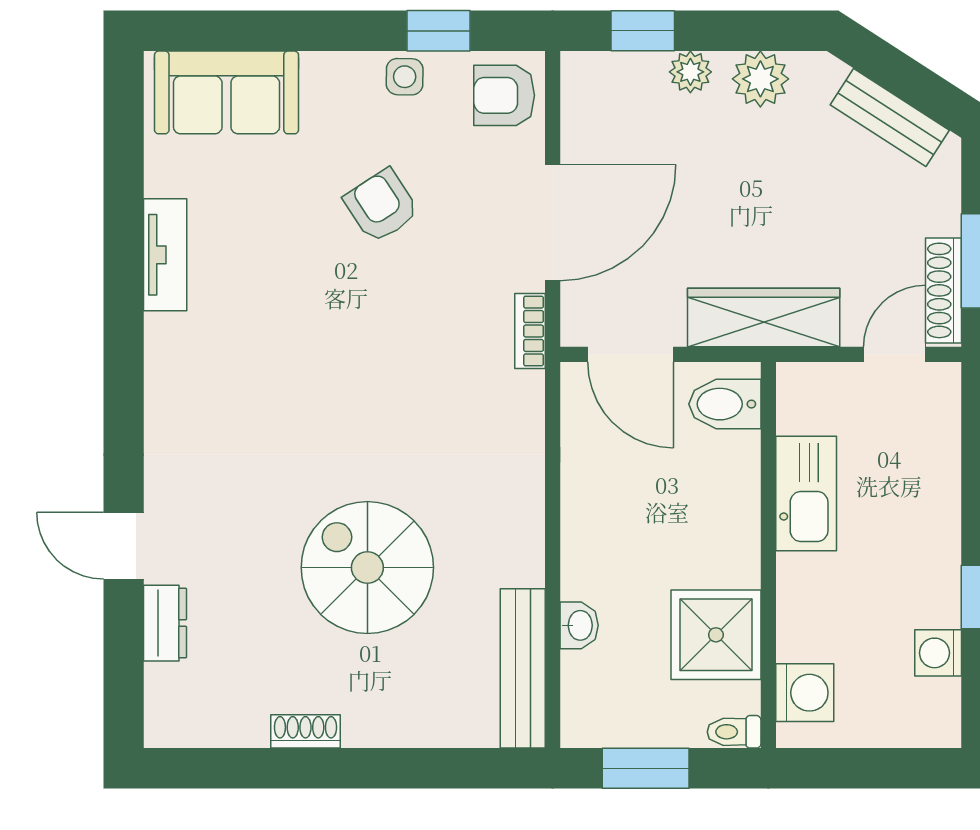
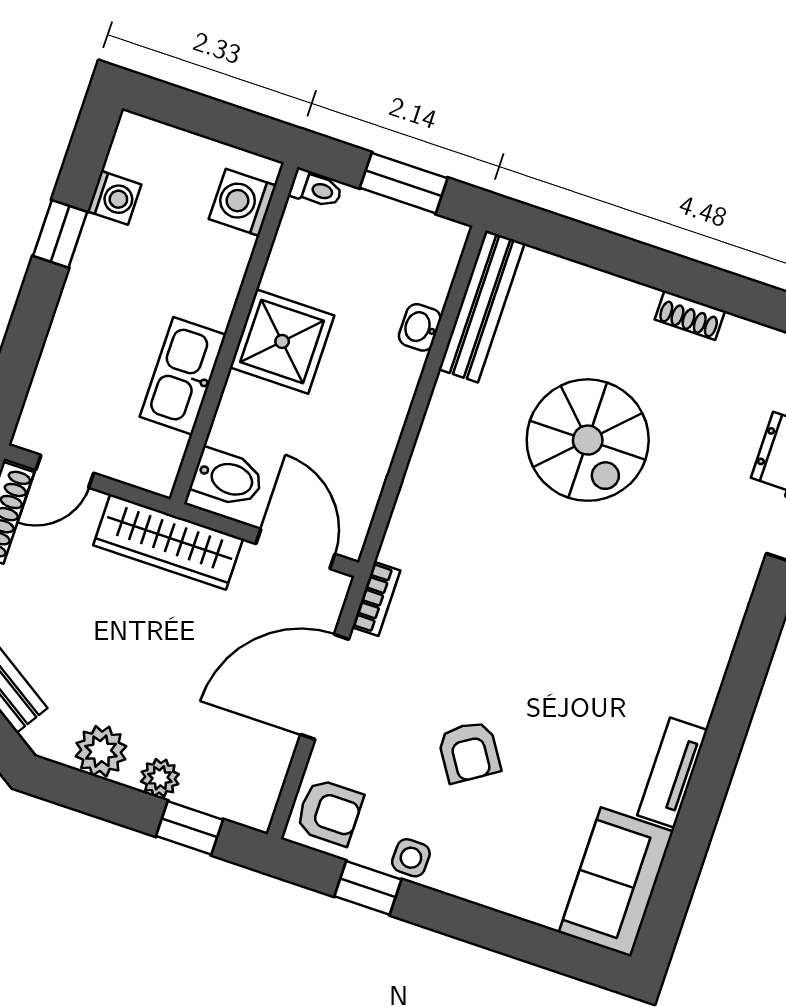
sofa: (226, 92) -> (616, 882), moved, turned -90
shower: (716, 635) -> (282, 341), moved

